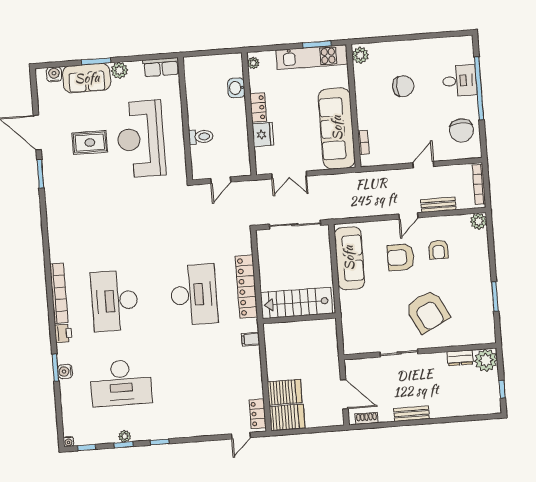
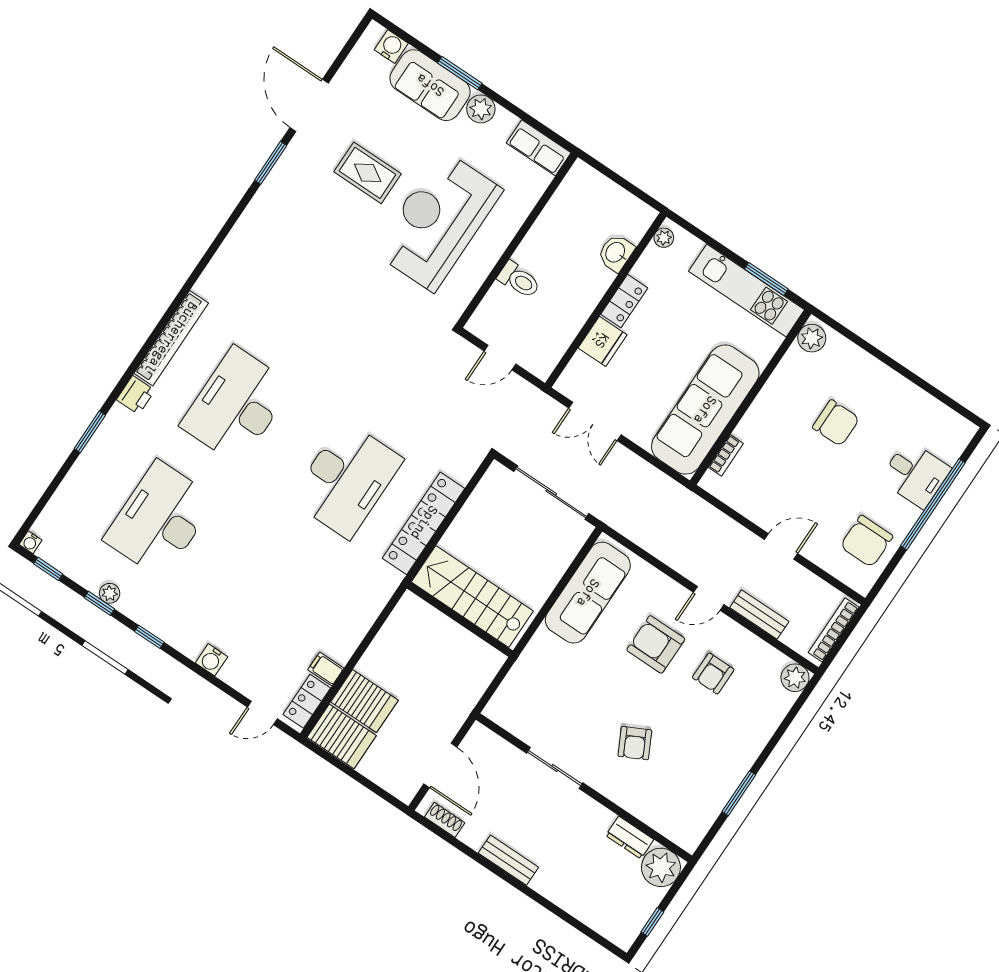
armchair: (427, 312) -> (635, 743), width x0.53, depth x0.53
filing cabinet: (251, 339) -> (326, 669), moved
water cooler: (65, 371) -> (212, 660), moved, turned -90
desk: (121, 383) -> (160, 520), turned 90

